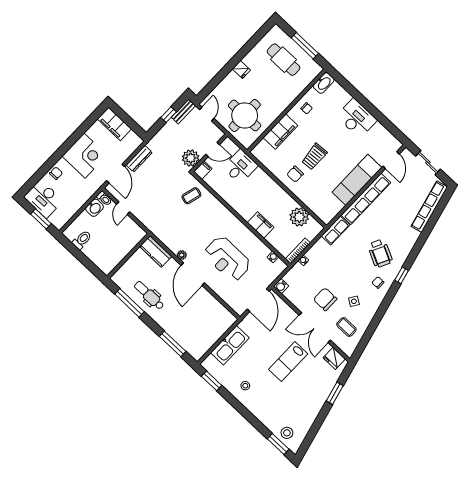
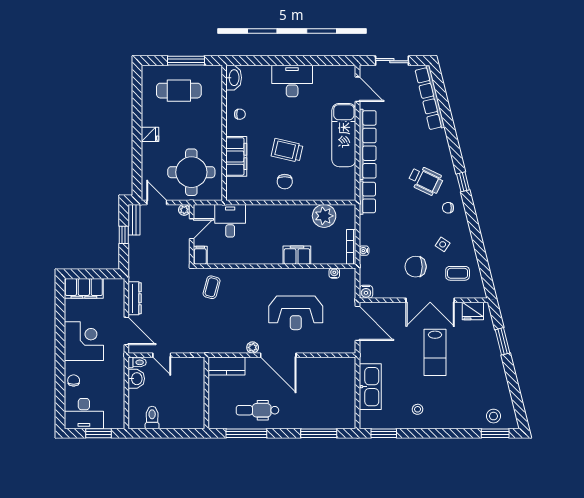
trolley: (314, 157) -> (287, 150), turned 107
plant: (191, 158) -> (184, 210), moved, width x0.53, depth x0.53

